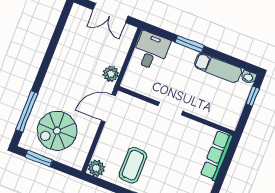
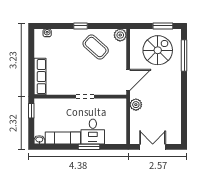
desk: (151, 51) -> (93, 132), moved
window: (253, 96) -> (31, 111), moved
coffee table: (133, 165) -> (96, 47), turned -48

